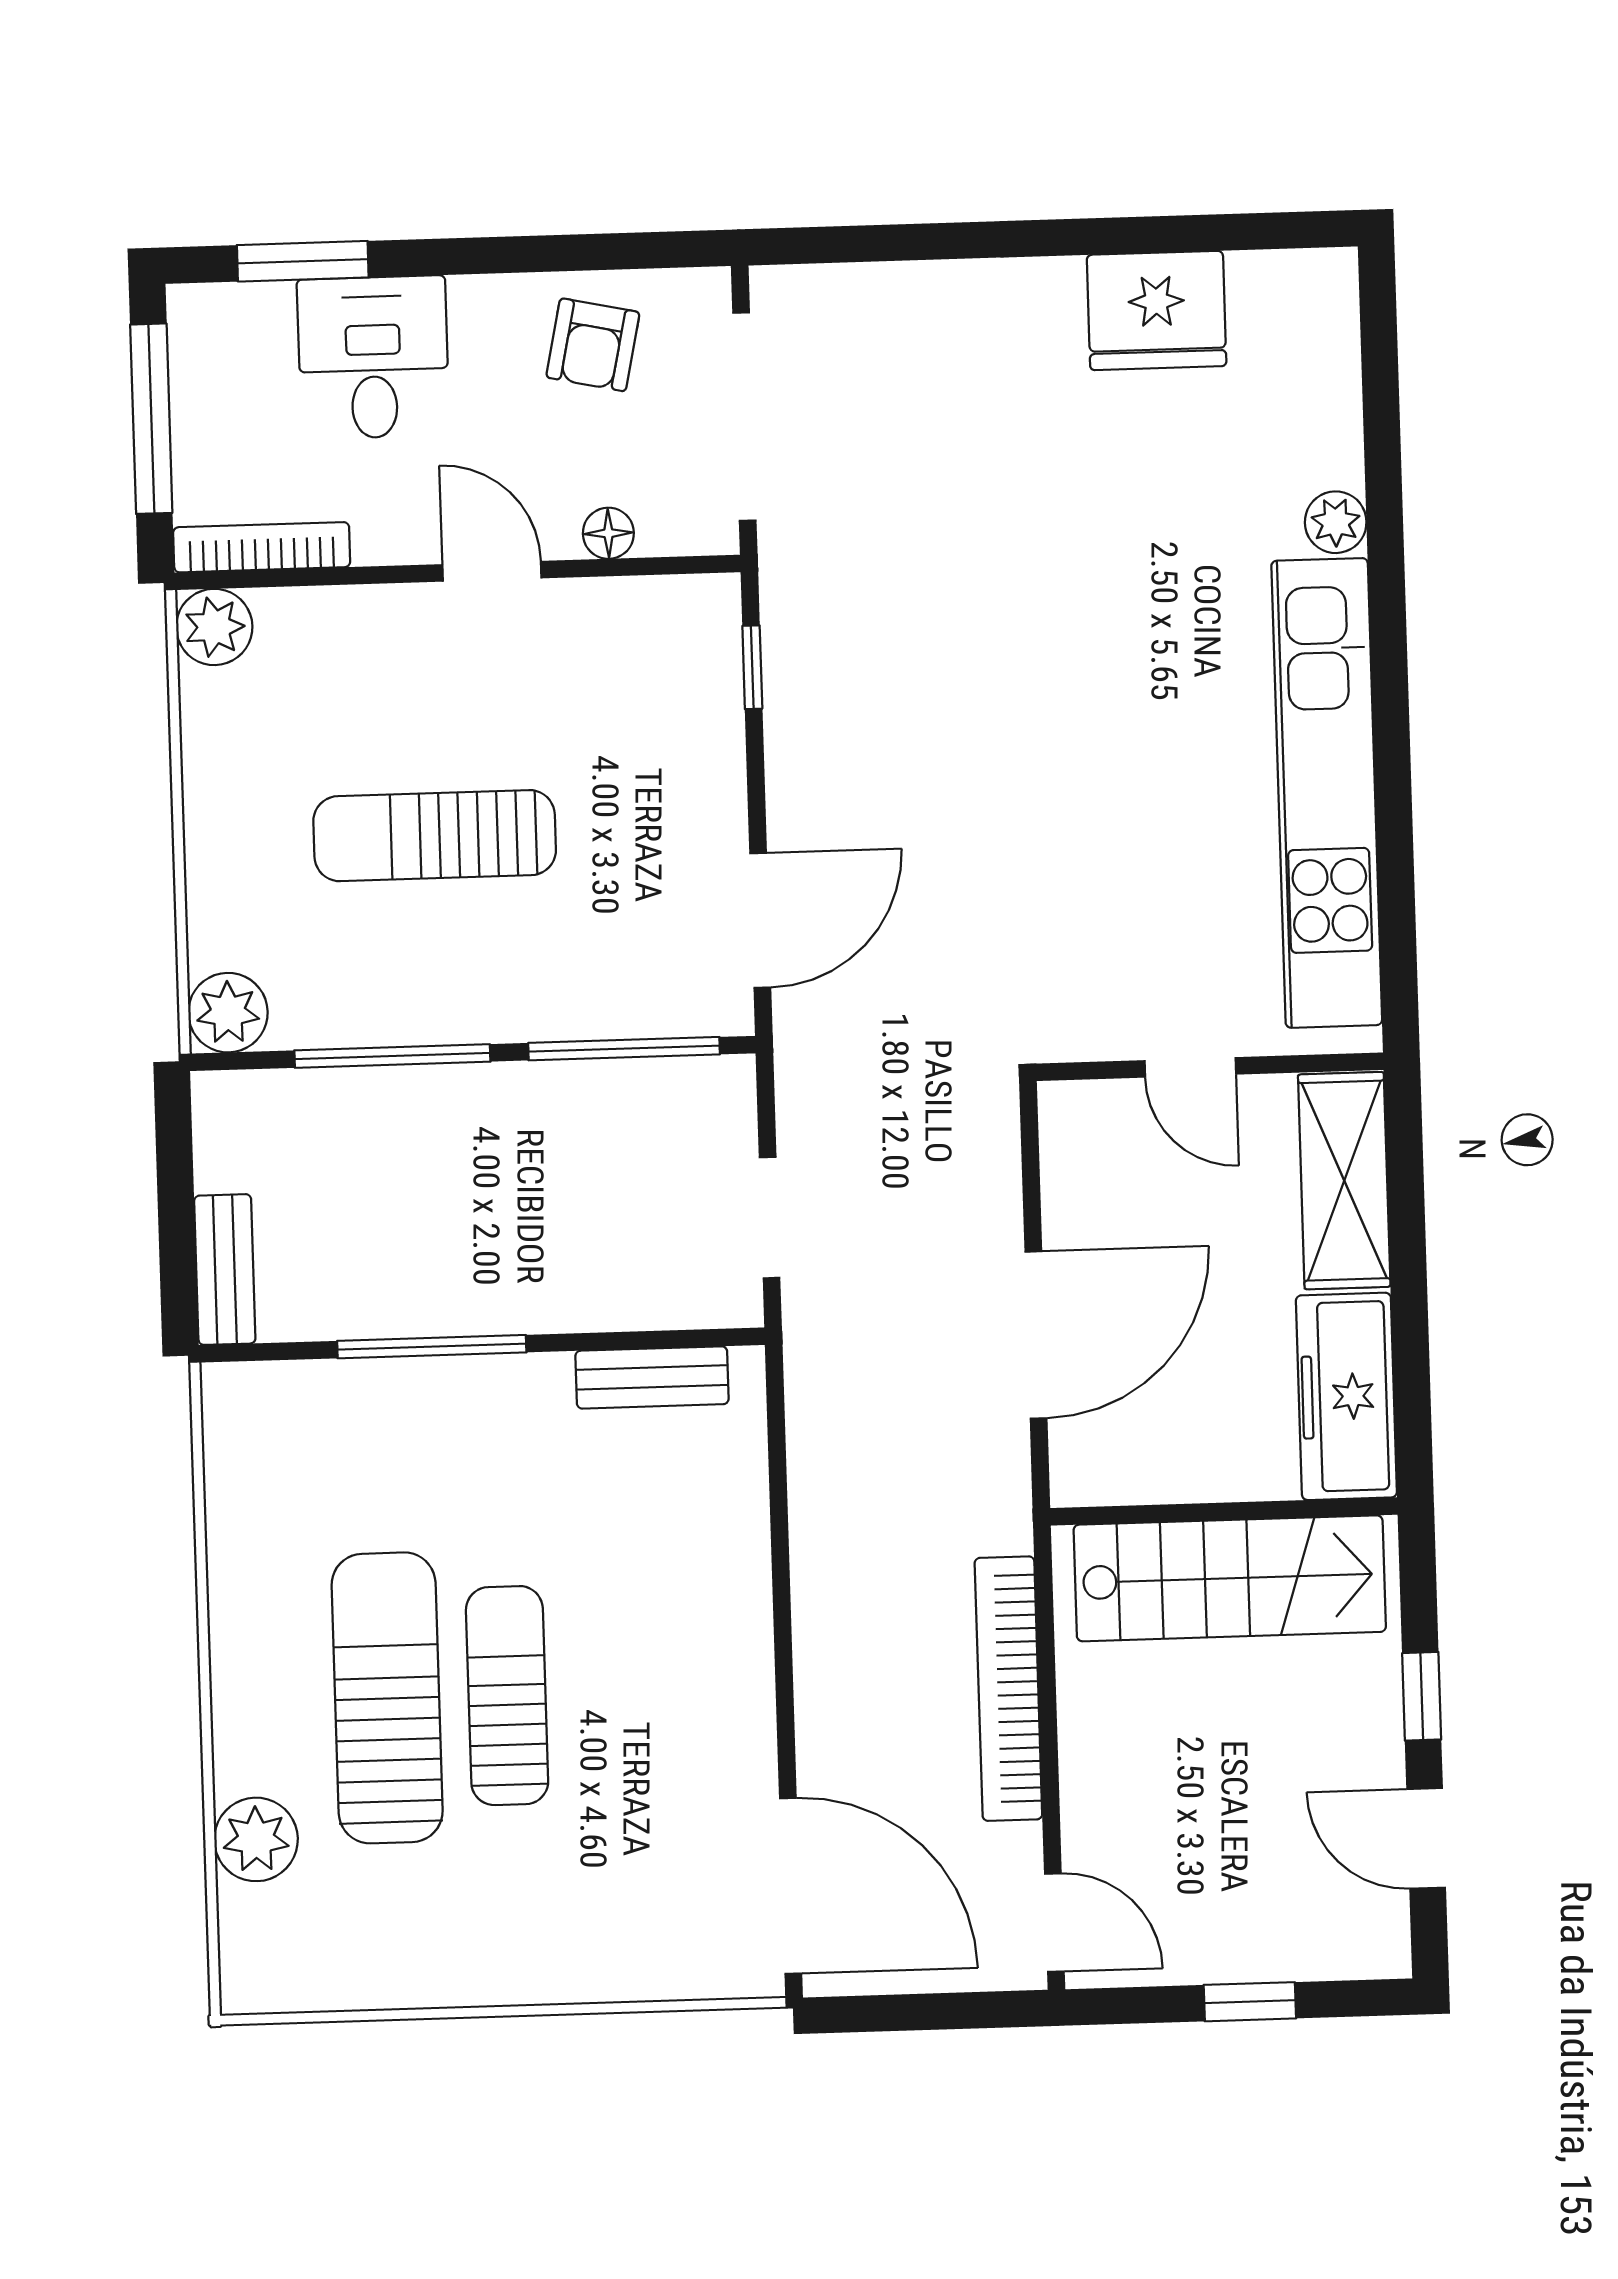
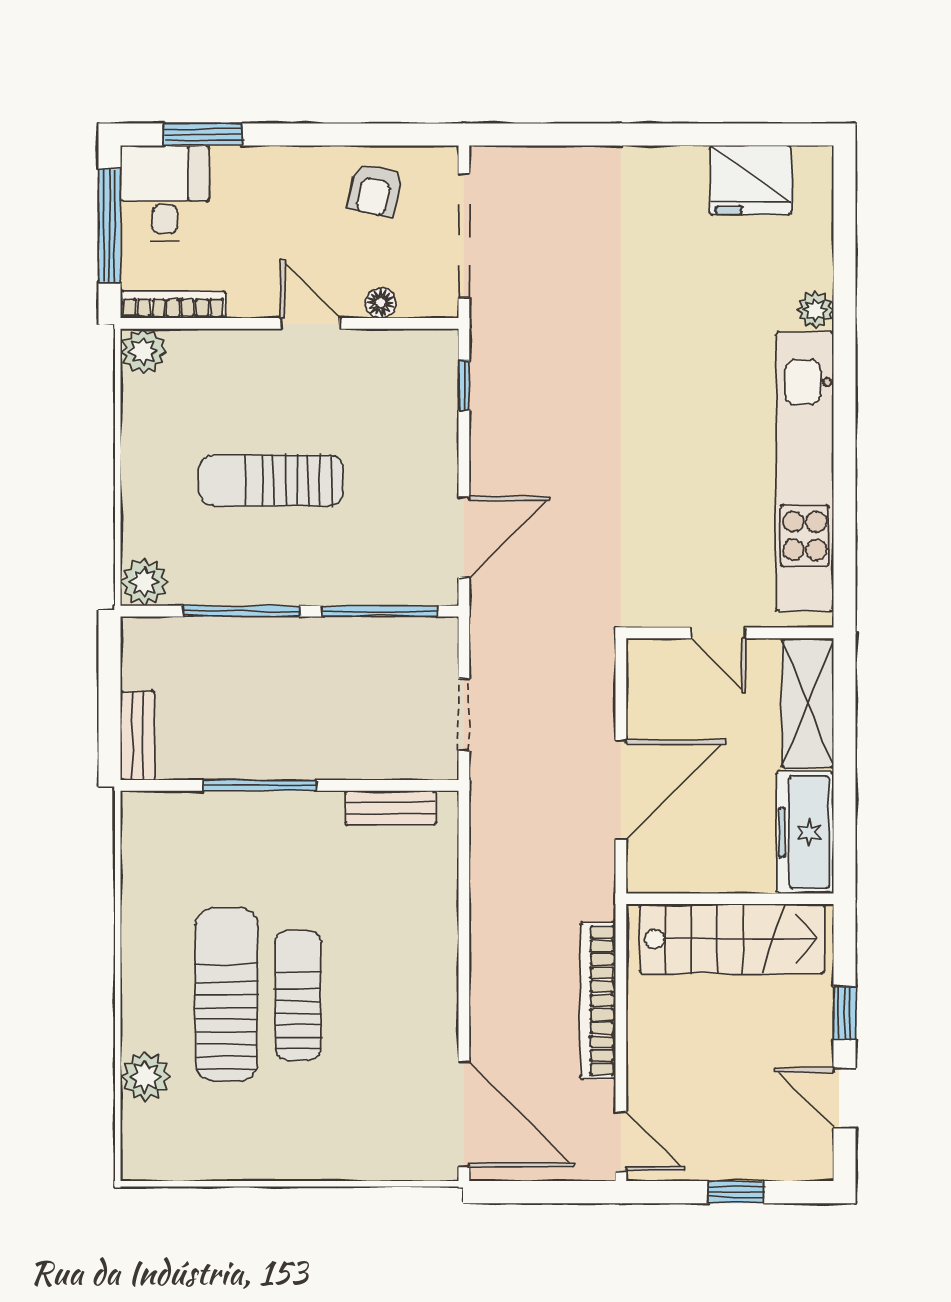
fridge: (1157, 310) -> (750, 180), moved
desk: (373, 357) -> (165, 193), moved

